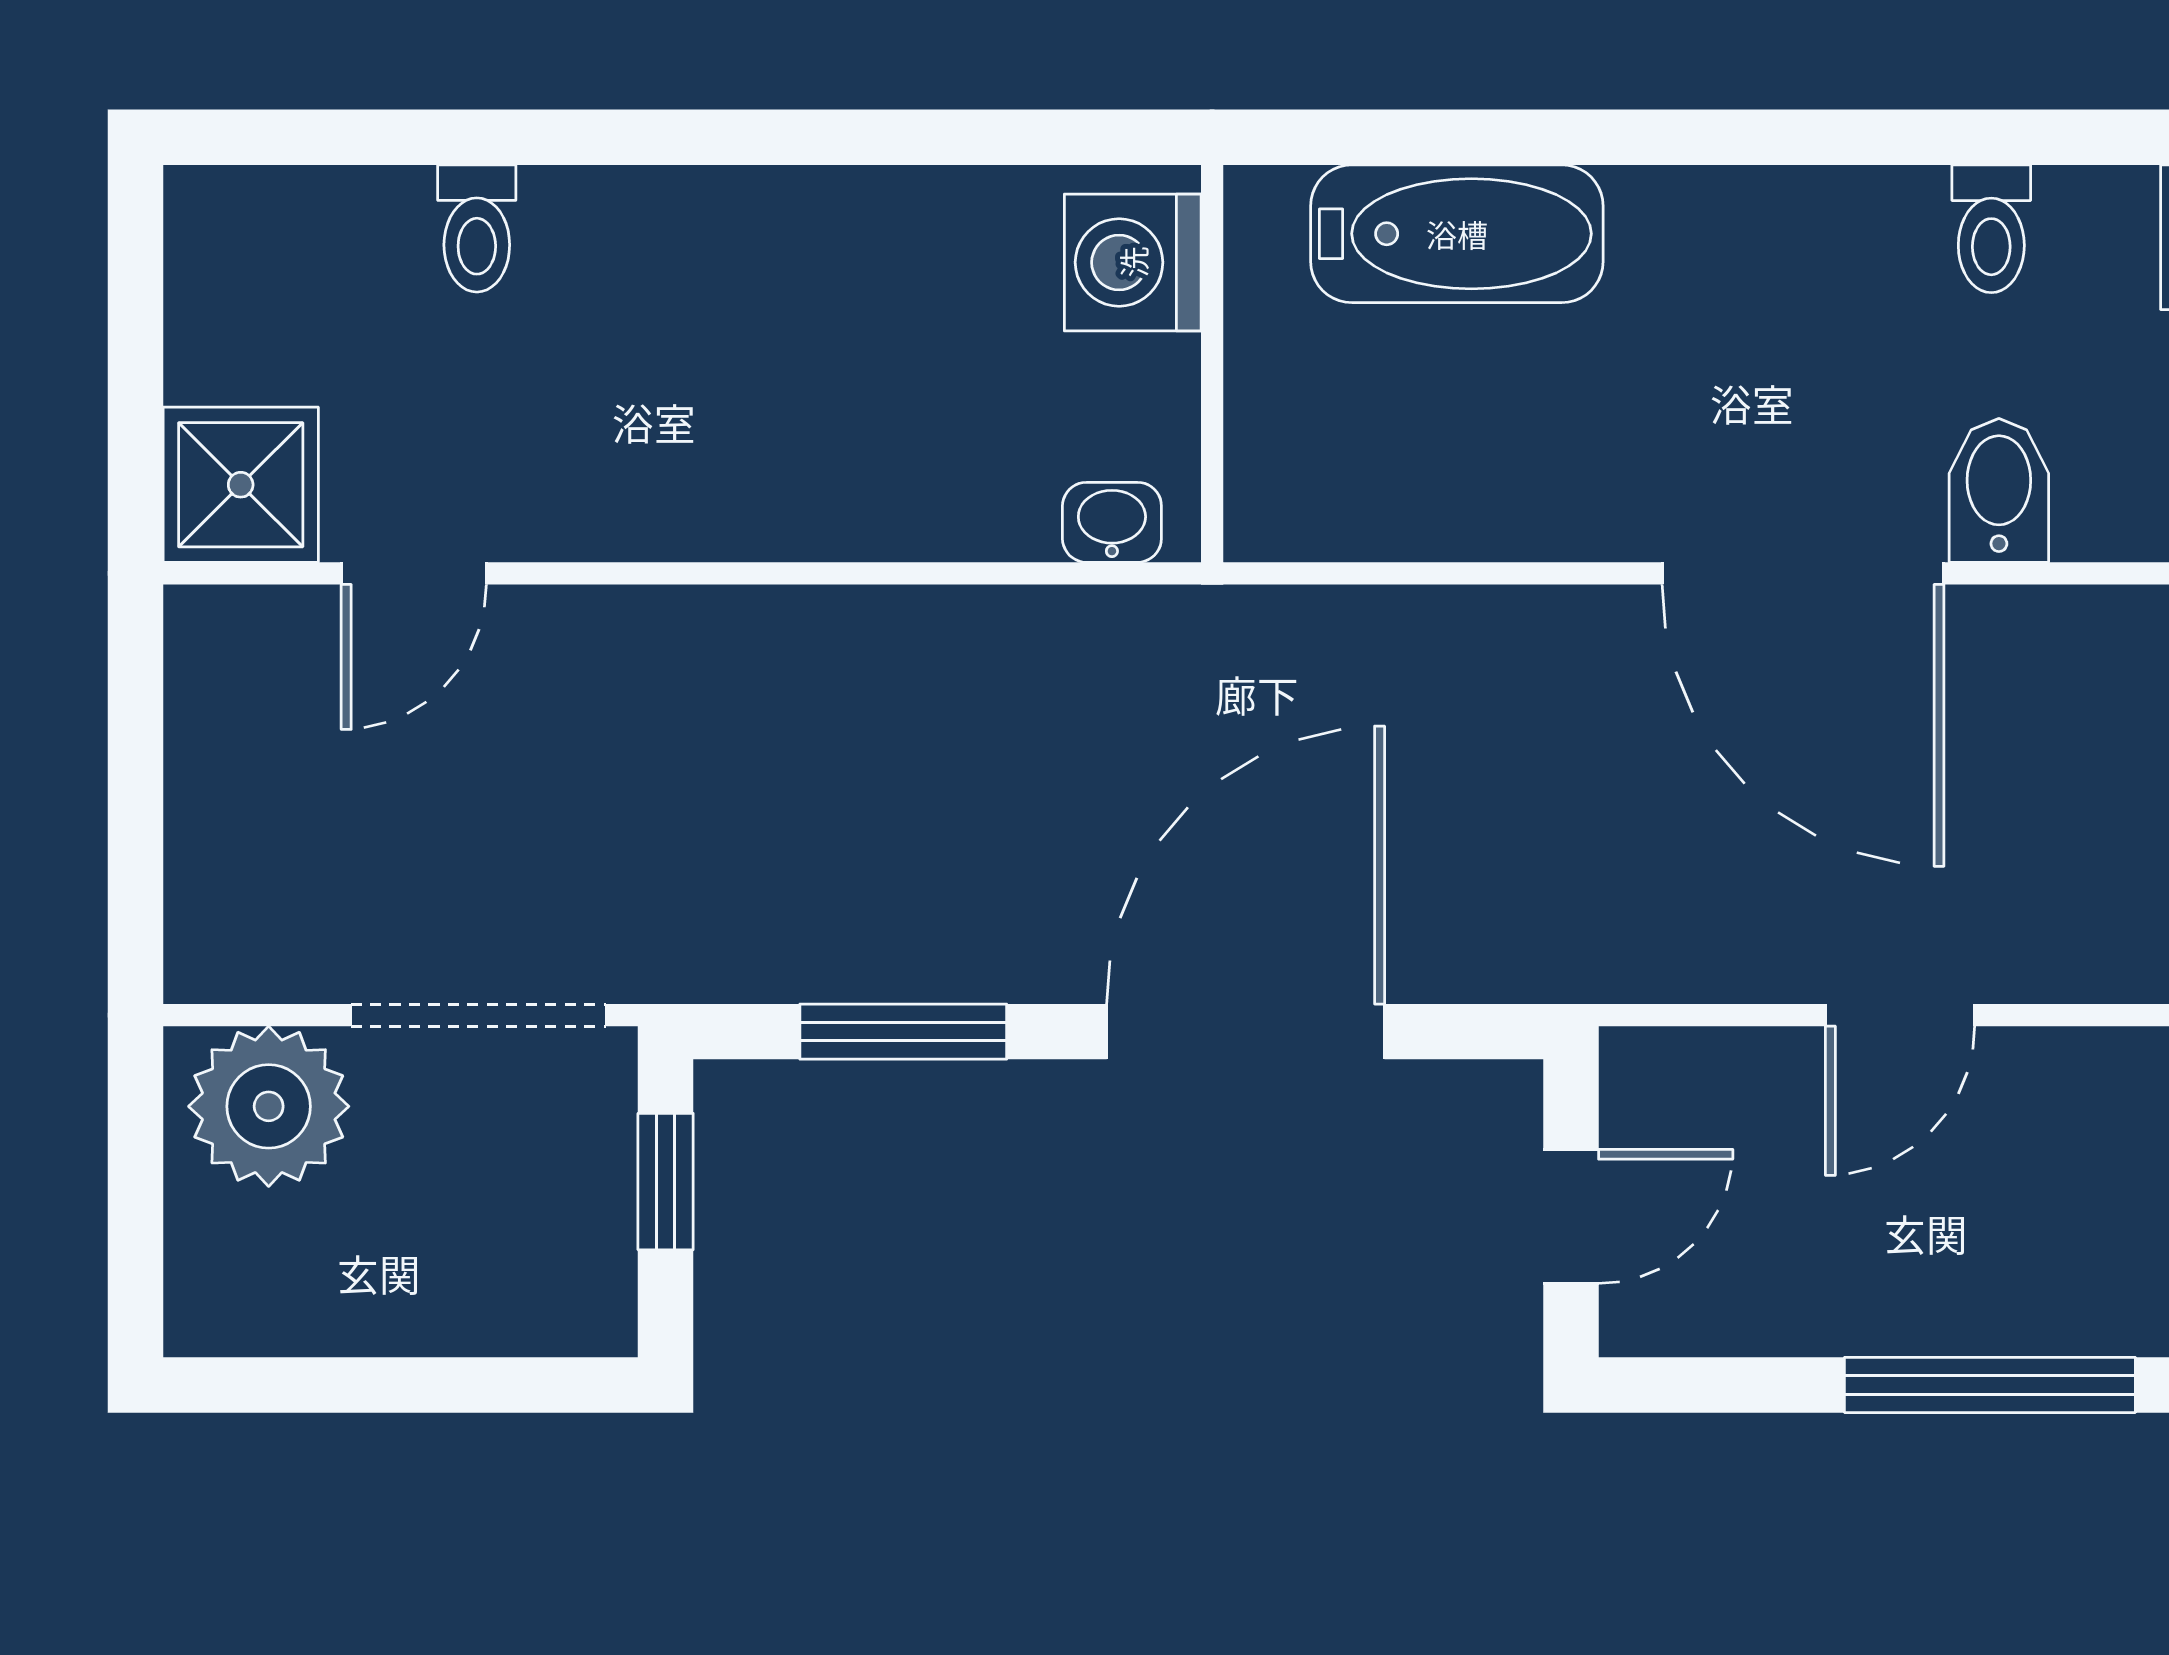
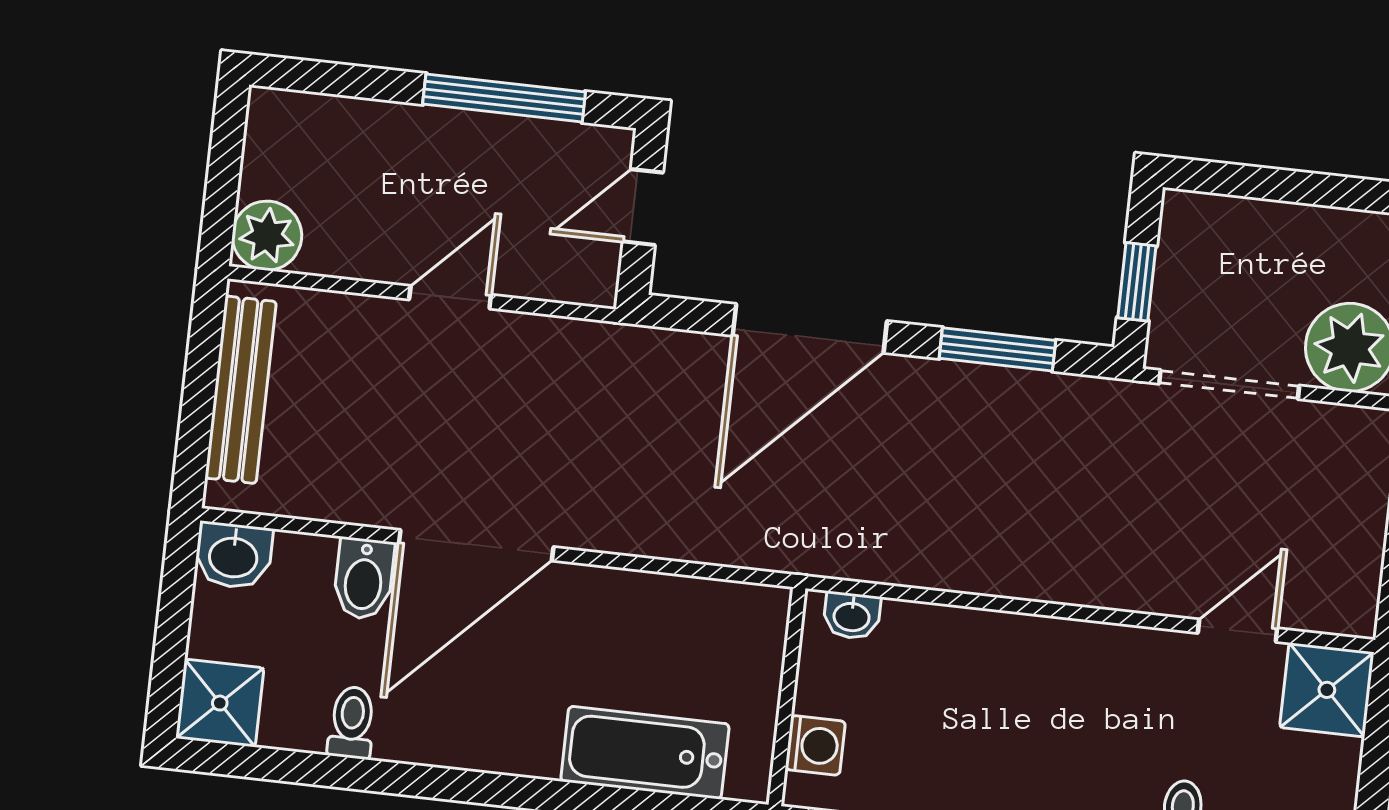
washing machine: (1133, 262) -> (815, 745), width x0.73, depth x0.73
door: (1803, 573) -> (476, 545), swing flipped
window: (1990, 1385) -> (504, 98), moved

